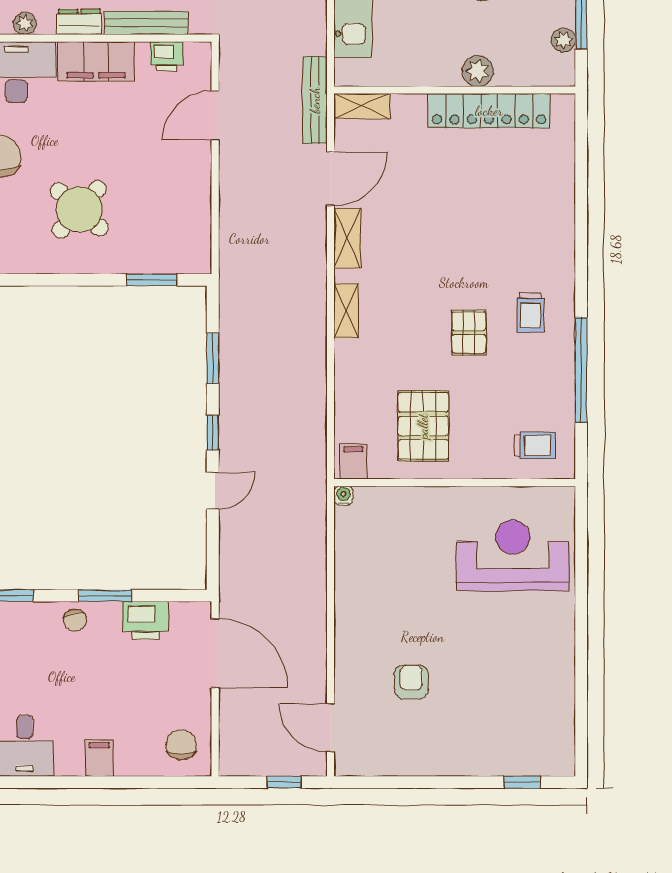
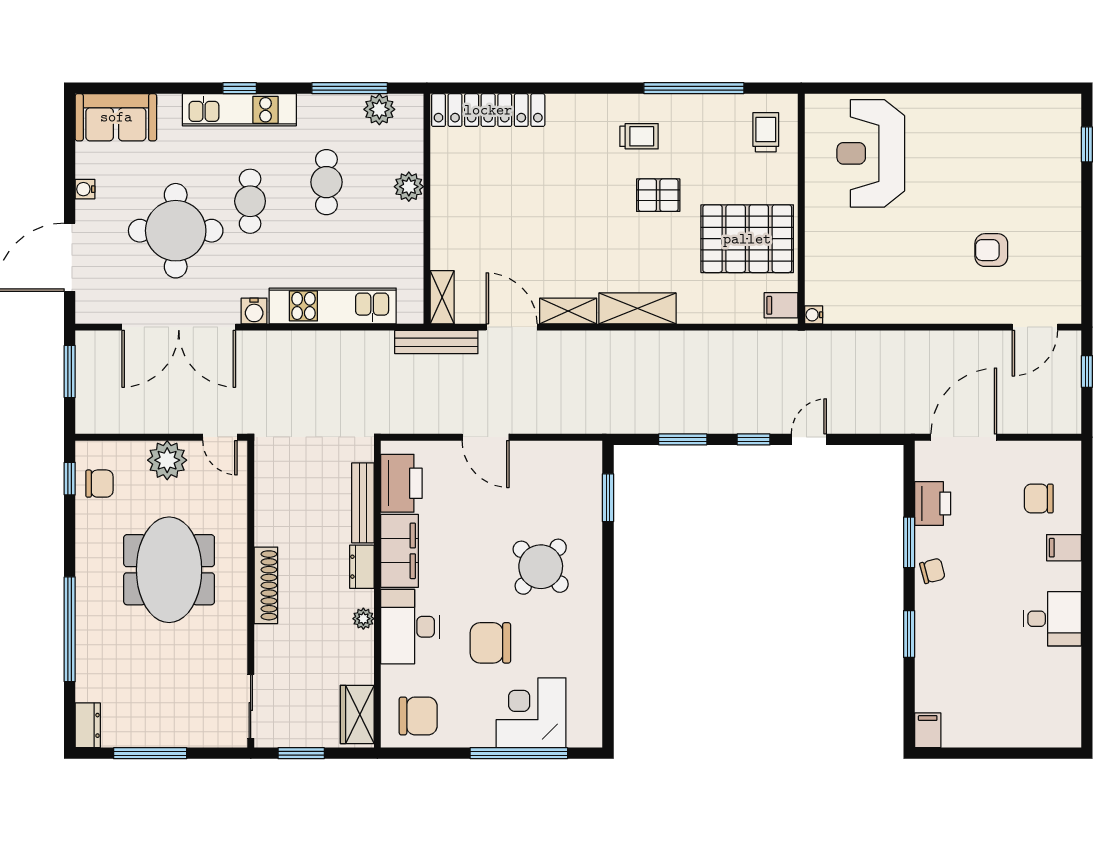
plant: (563, 40) -> (379, 109), width x1.38, depth x1.38
printer: (167, 56) -> (401, 483), width x1.87, depth x1.48
locker: (489, 111) -> (488, 110), moved, turned 90
door: (215, 116) -> (486, 437), moved
shelving: (346, 311) -> (637, 308), width x1.50, depth x1.33
pallet: (423, 426) -> (747, 239), width x1.37, depth x1.41
door: (213, 491) -> (809, 439), hinge flipped
chair: (181, 745) -> (1039, 498), moved

